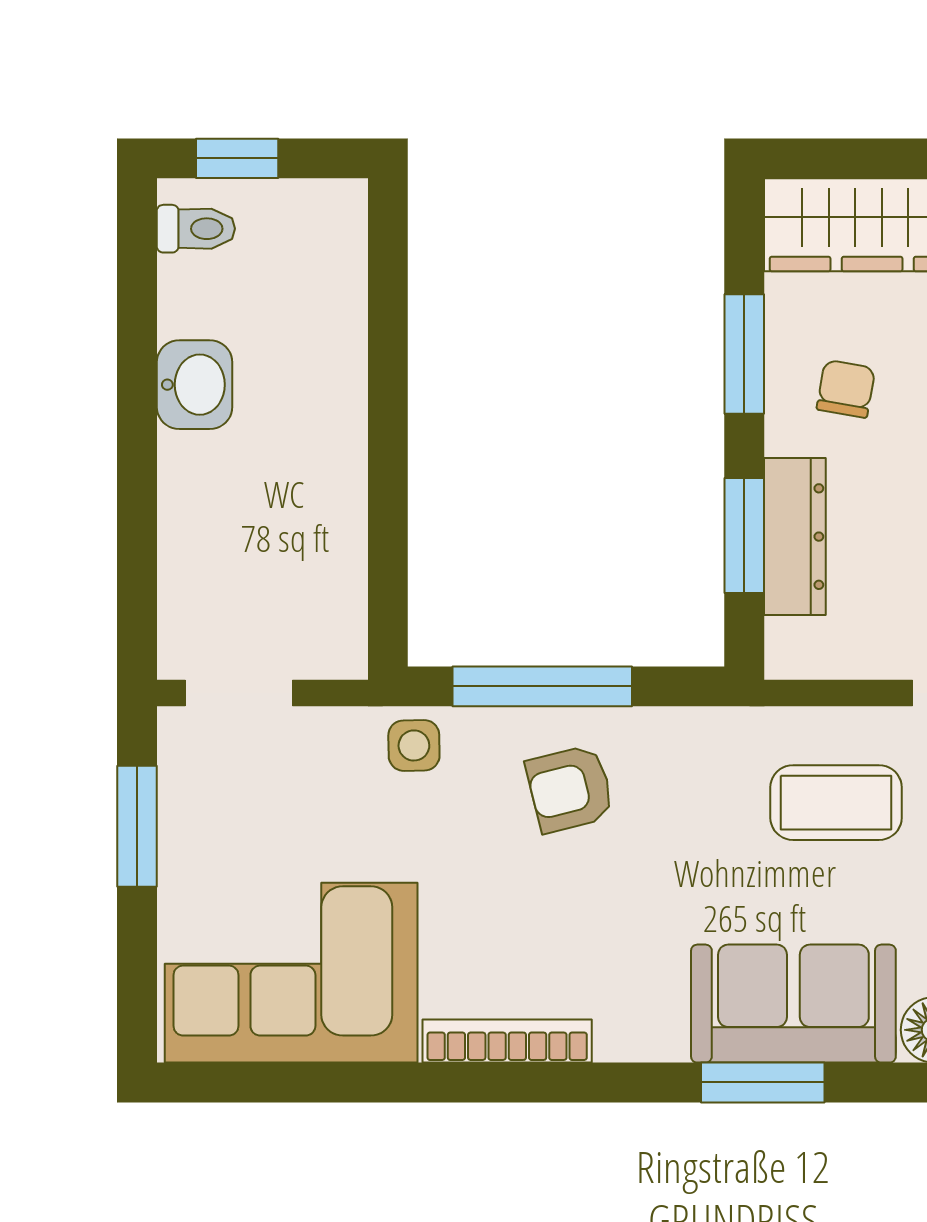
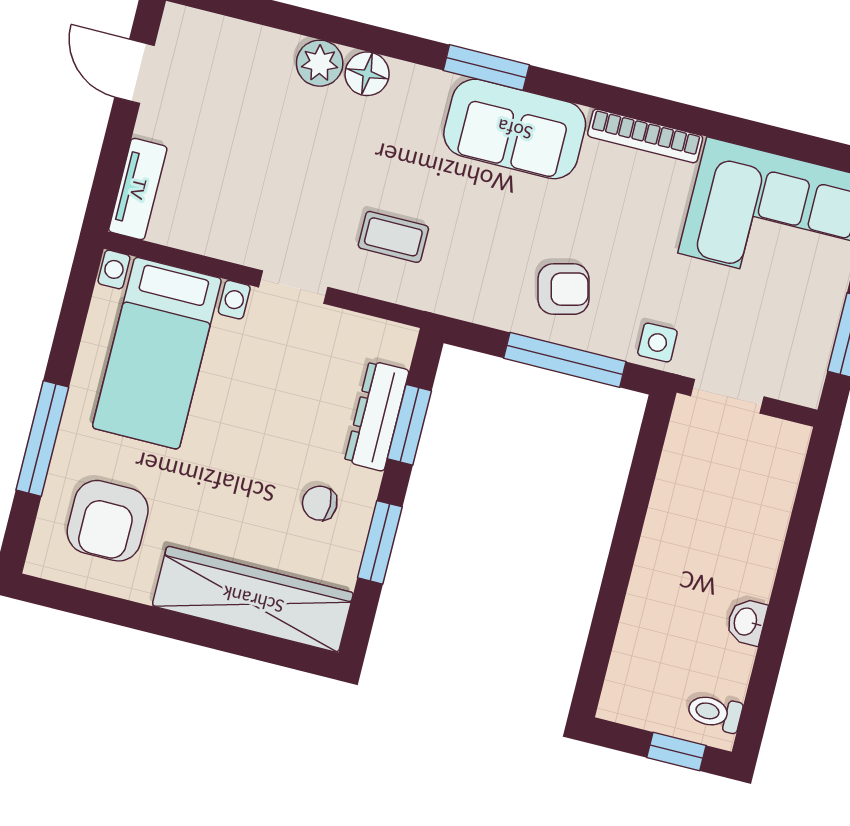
washbasin: (195, 385) -> (746, 622), width x0.72, depth x0.69
chair: (846, 389) -> (320, 503), turned 80
doorway: (239, 693) -> (727, 396), moved
coffee table: (836, 803) -> (393, 237), width x0.73, depth x0.77
sofa: (793, 1004) -> (515, 129), moved

